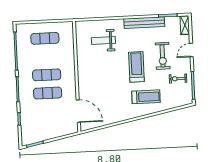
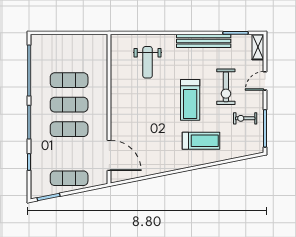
exercise mat: (45, 38) -> (69, 80), moved
weight bench: (103, 41) -> (148, 62), turned -90
treadmill: (136, 67) -> (190, 100), turned 180
exercise mat: (49, 129) -> (69, 178), added

